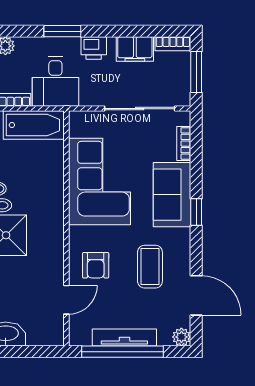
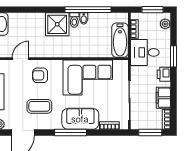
window: (196, 212) -> (70, 133), width x2.17
door: (66, 300) -> (20, 59), swing flipped

